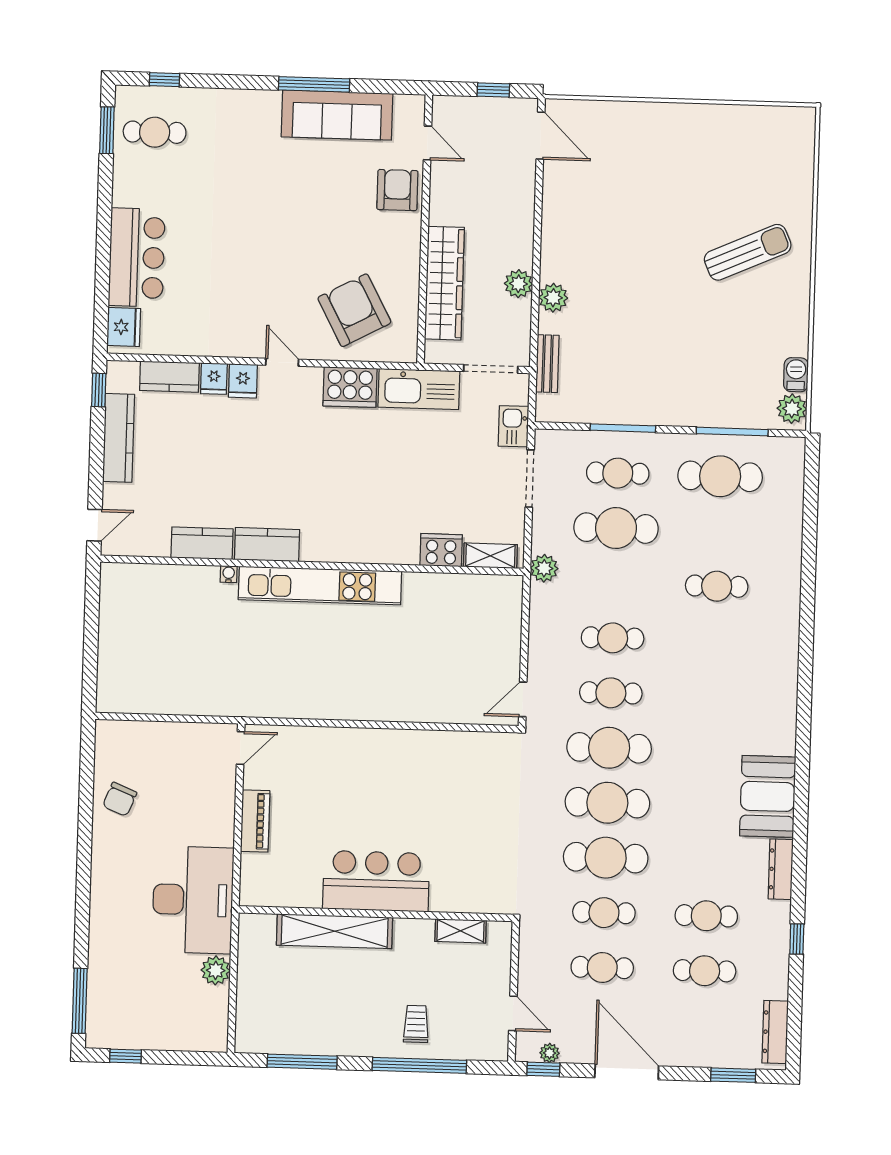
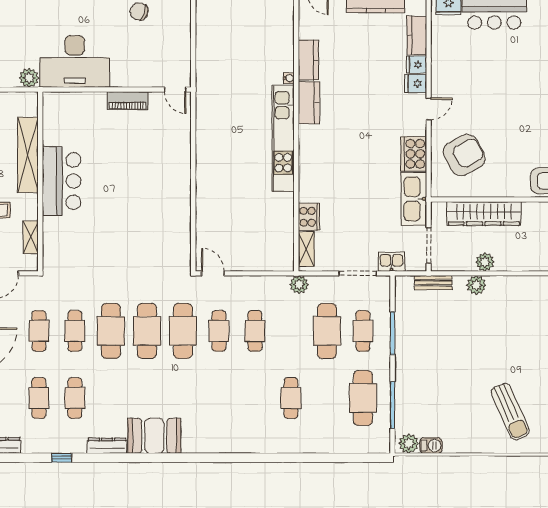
bar counter: (376, 881) -> (62, 181), moved
wall: (376, 914) -> (40, 181), moved
shelving: (335, 931) -> (28, 155), moved
shelving: (461, 931) -> (31, 237), moved

